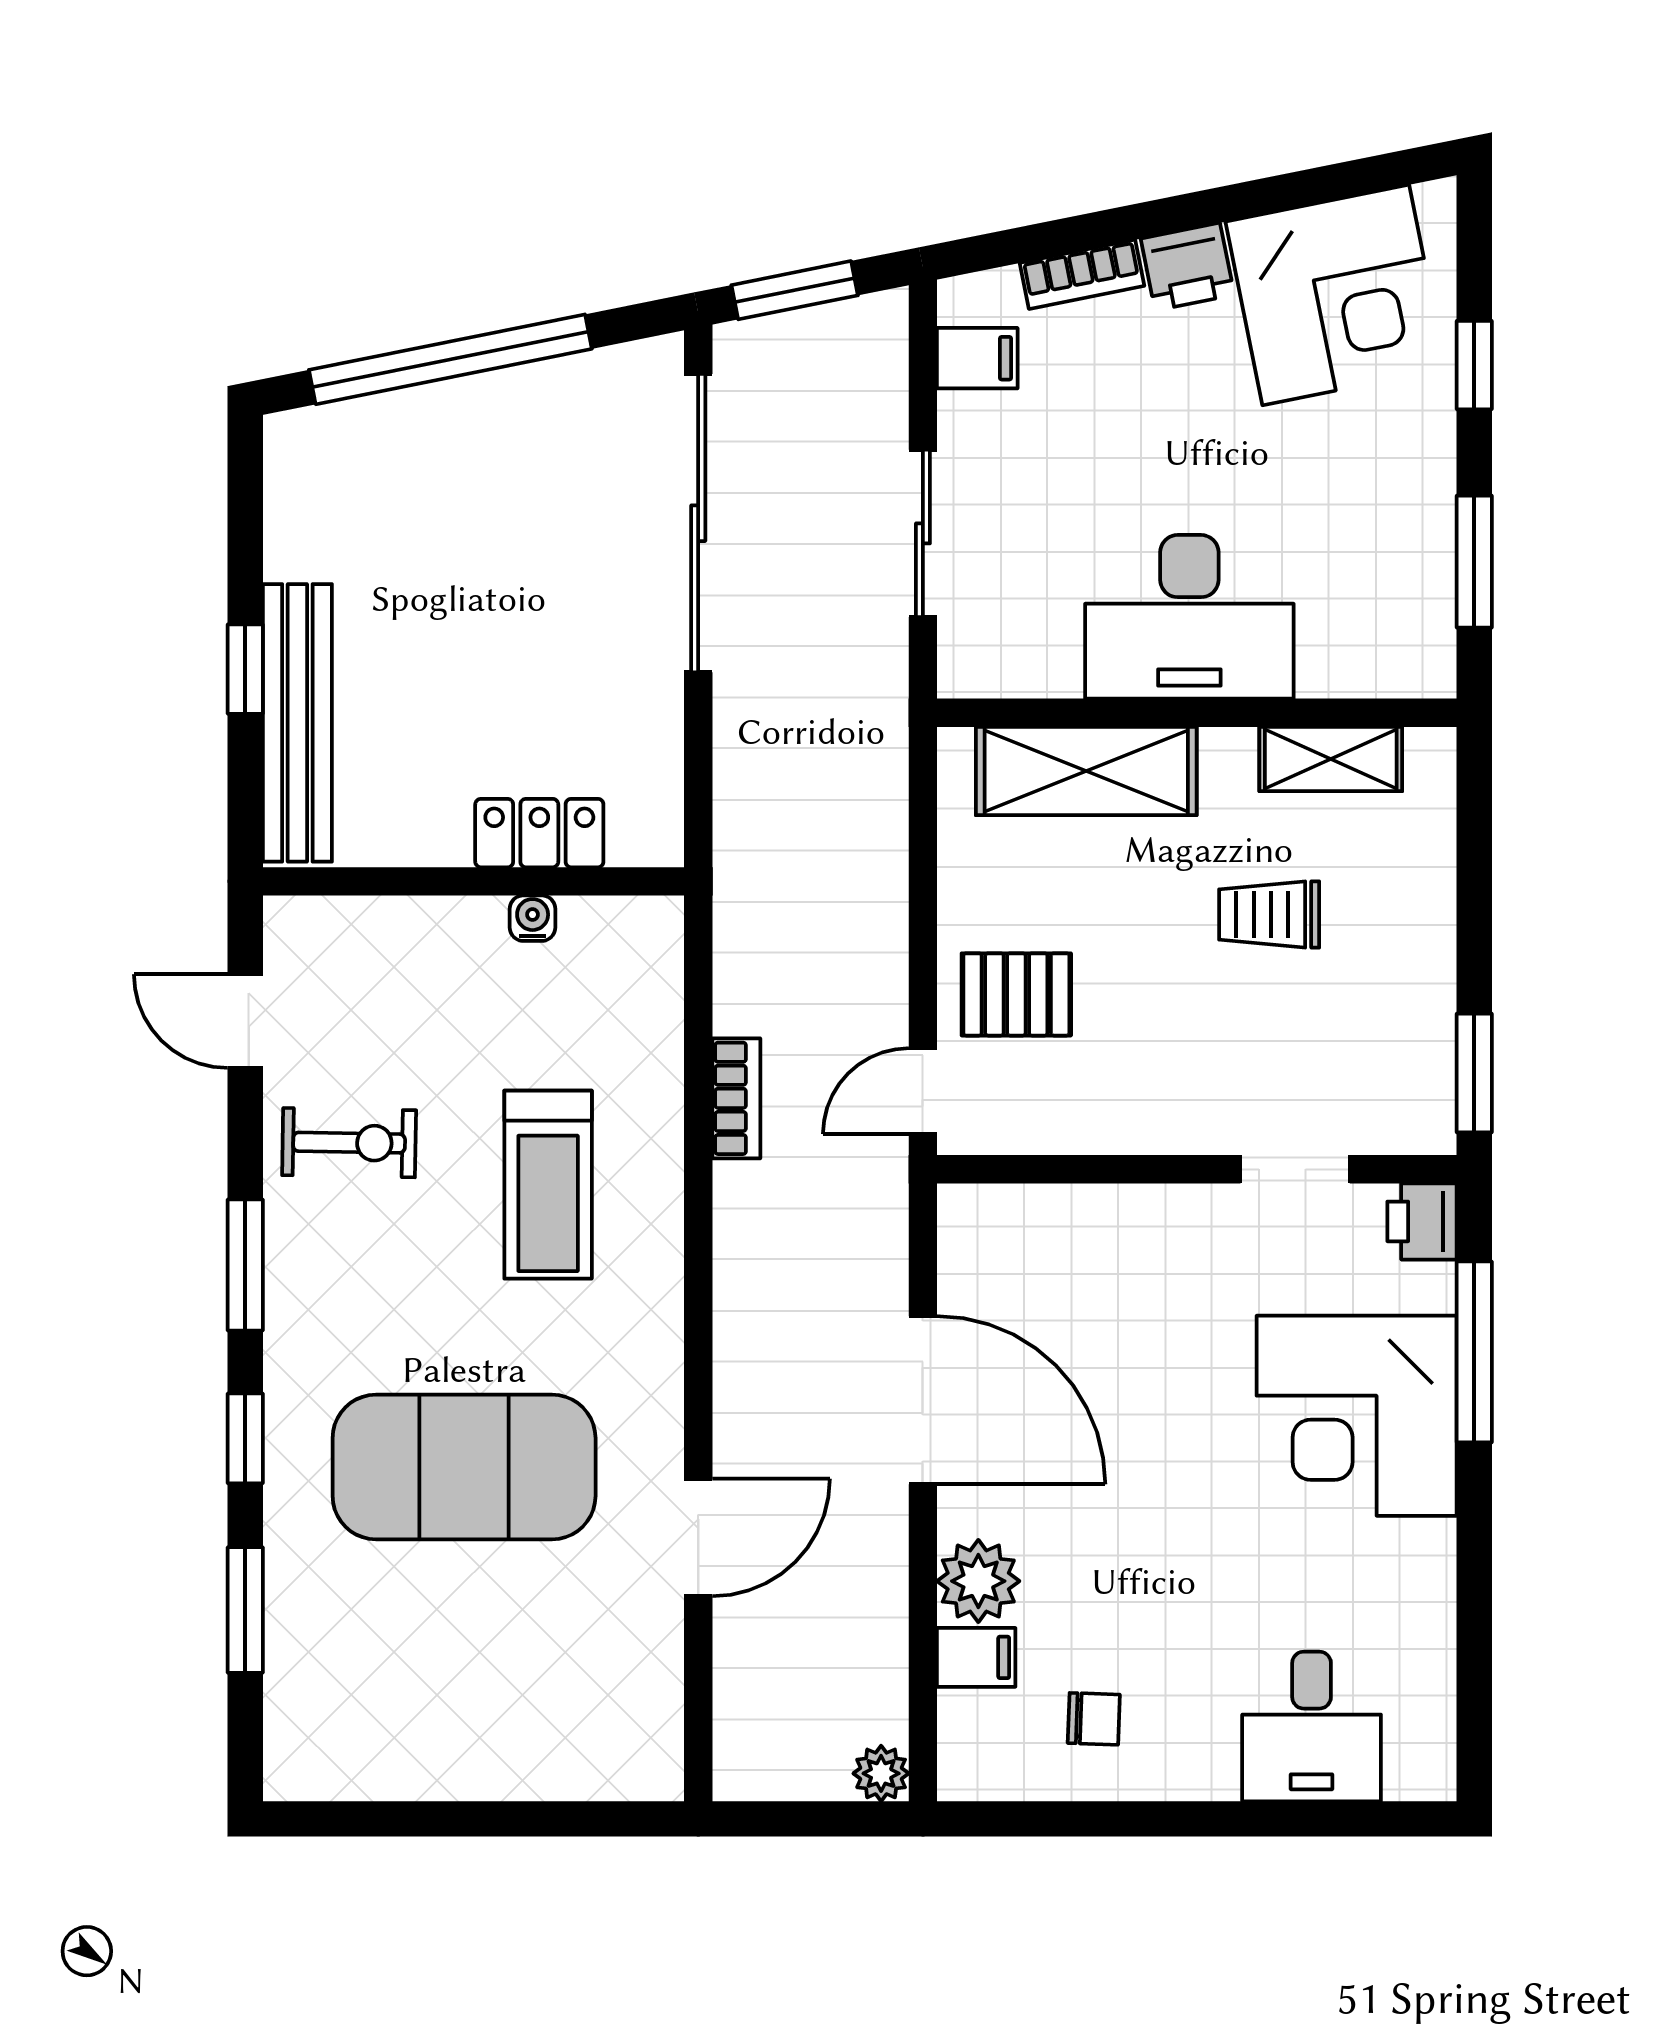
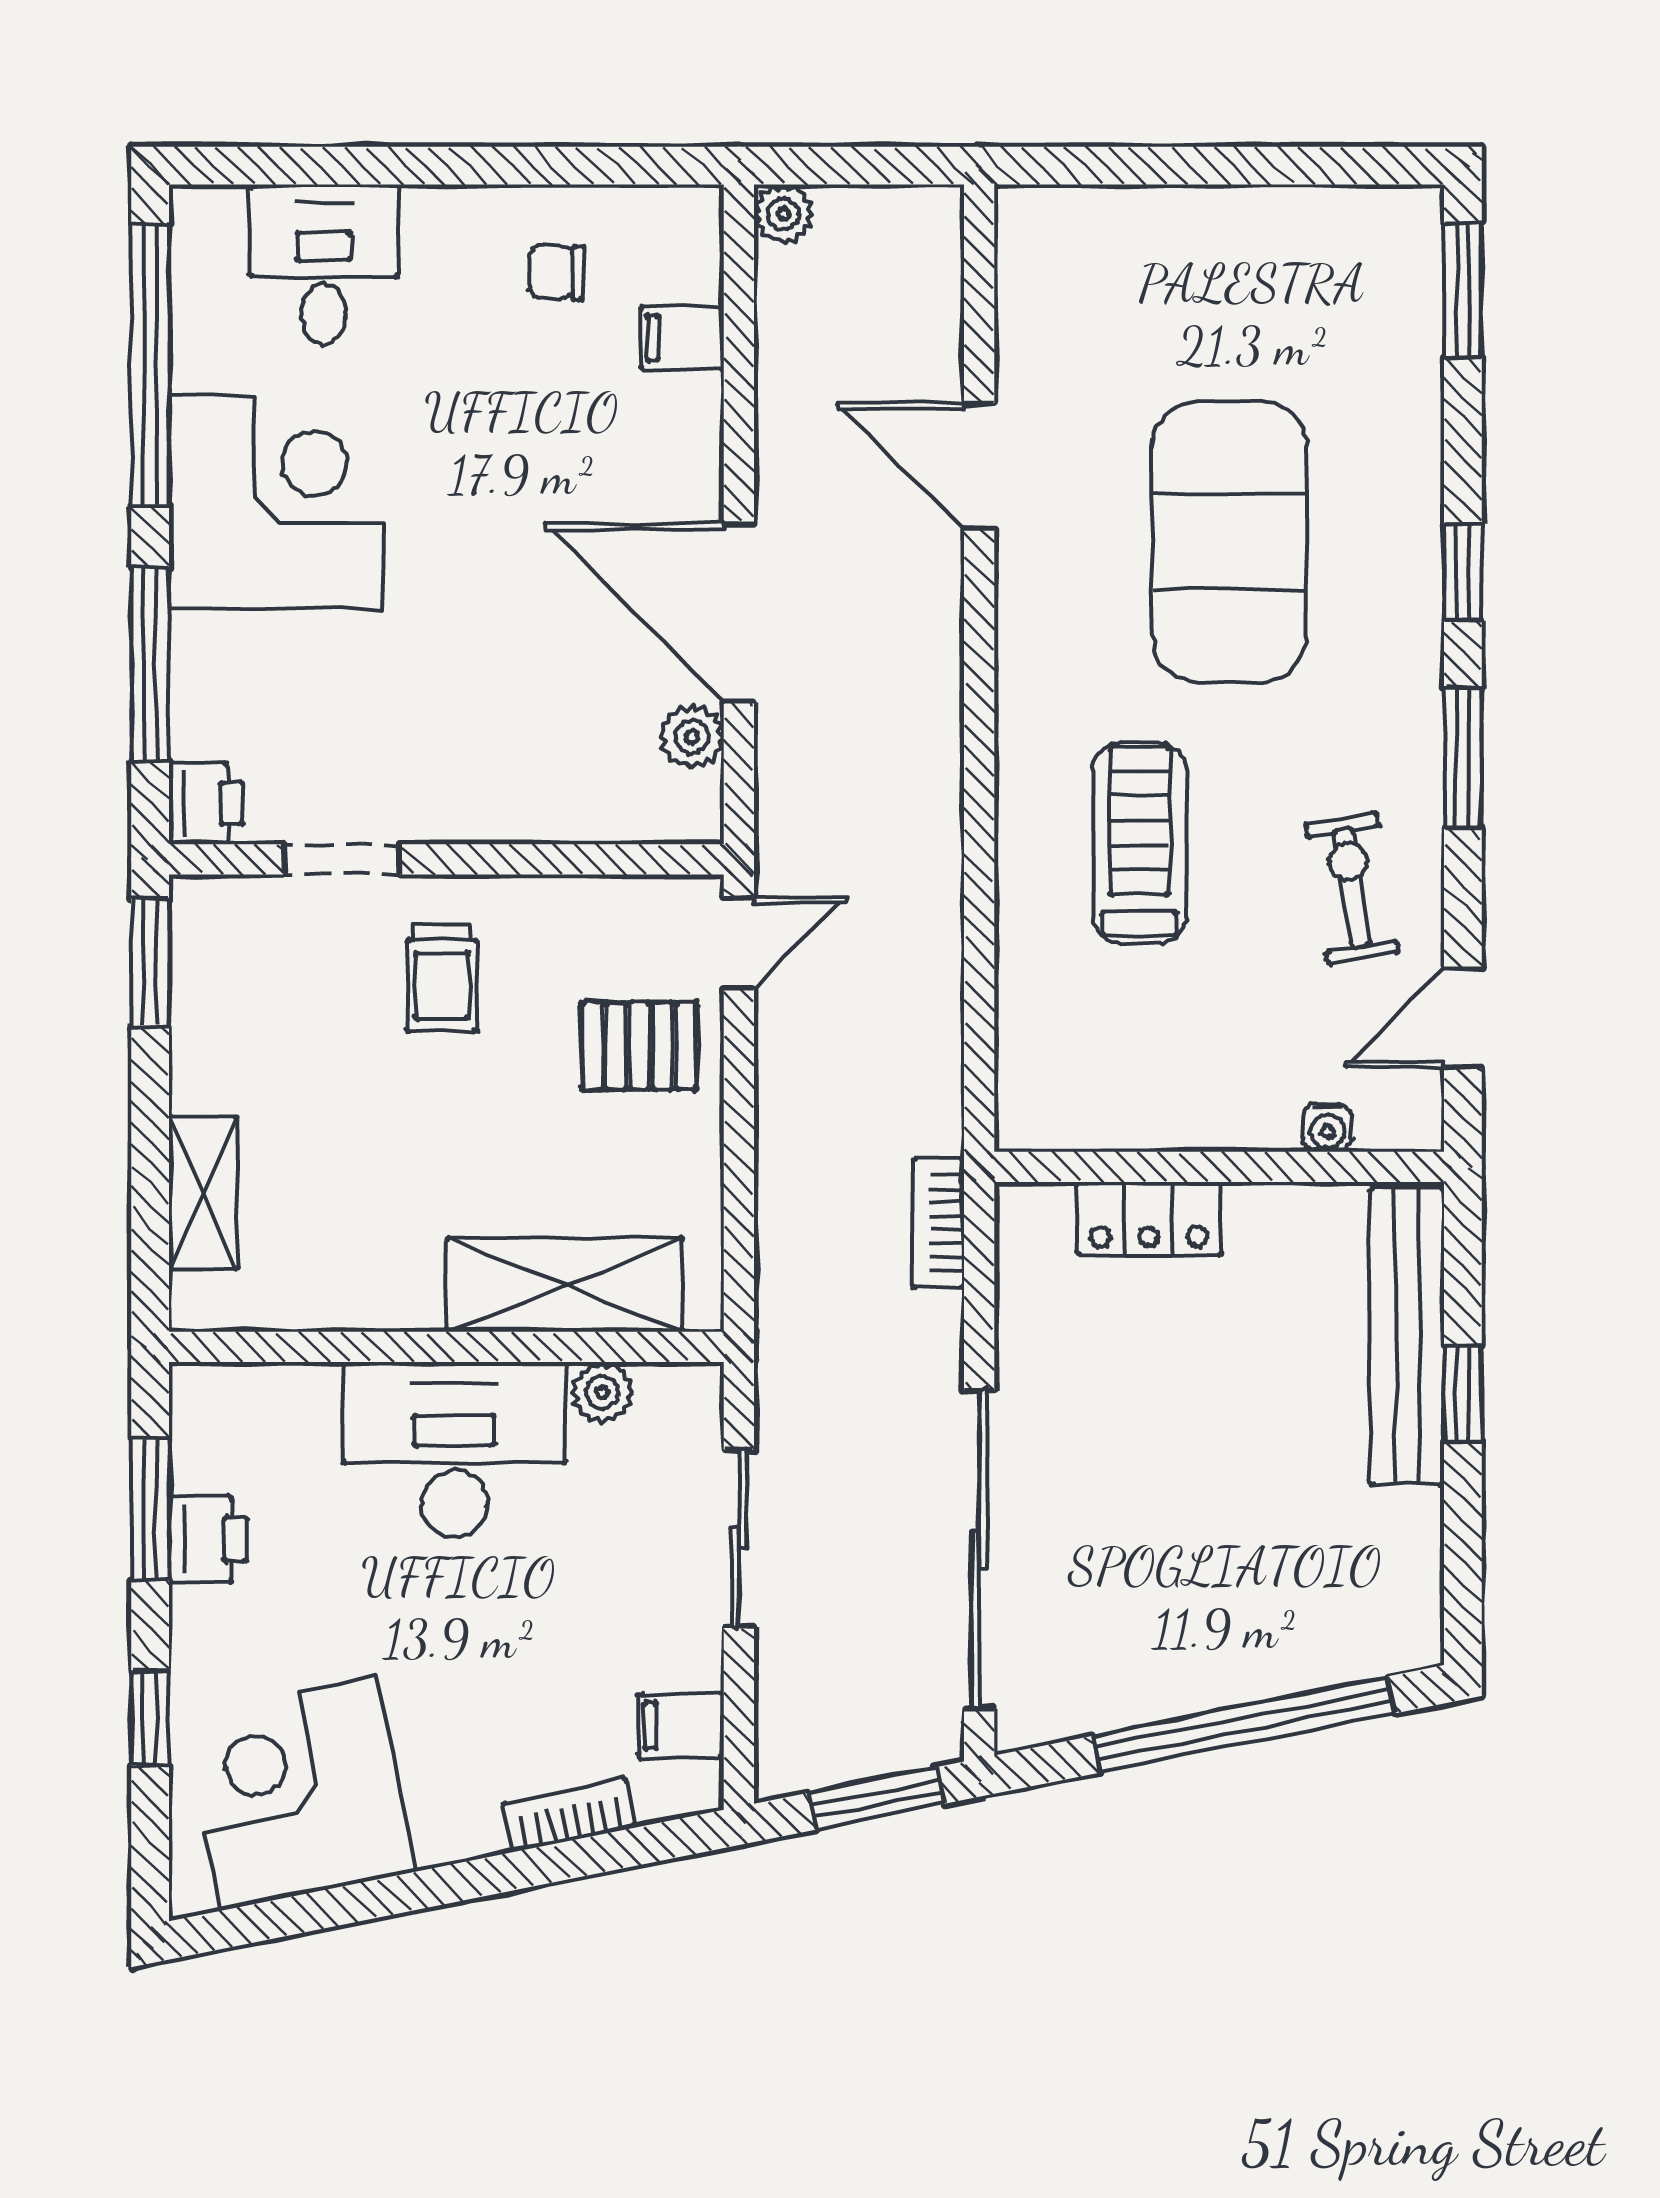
printer: (1188, 267) -> (208, 1539), moved, turned 101
plant: (1051, 670) -> (602, 1393), added
shelving: (1331, 759) -> (203, 1193), moved, turned 90
trolley: (1269, 914) -> (442, 978), moved, turned 90
water cooler: (533, 918) -> (1328, 1128), moved
door: (245, 1021) -> (1463, 1018), swing flipped
bookcase: (736, 1098) -> (938, 1223), moved
exercise bike: (349, 1143) -> (1352, 888), turned 80
corner desk: (1357, 1416) -> (276, 502), moved
exercise mat: (464, 1467) -> (1229, 541), turned 90
door: (698, 1537) -> (979, 466), hinge flipped
plant: (978, 1581) -> (692, 737), moved, width x0.73, depth x0.73
window: (245, 1610) -> (1463, 290), moved
window: (1474, 1633) -> (150, 365), added

